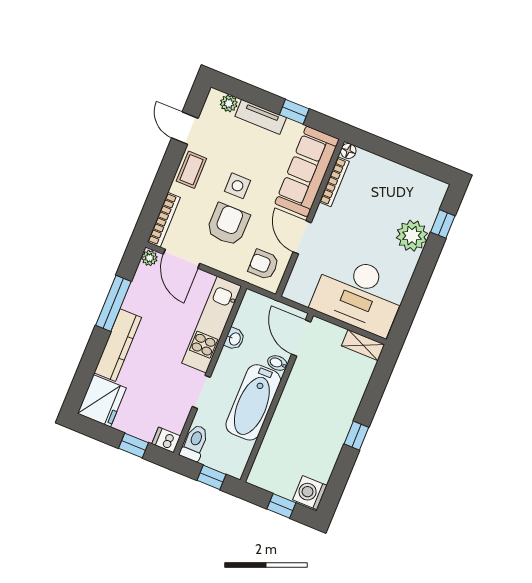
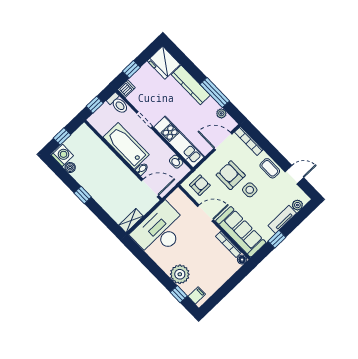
filing cabinet: (433, 196) -> (197, 295), added
armchair: (228, 224) -> (231, 175), turned 180
plant: (149, 258) -> (221, 113), moved
washbasin: (234, 339) -> (176, 162), moved
boiler: (323, 473) -> (70, 168), added

